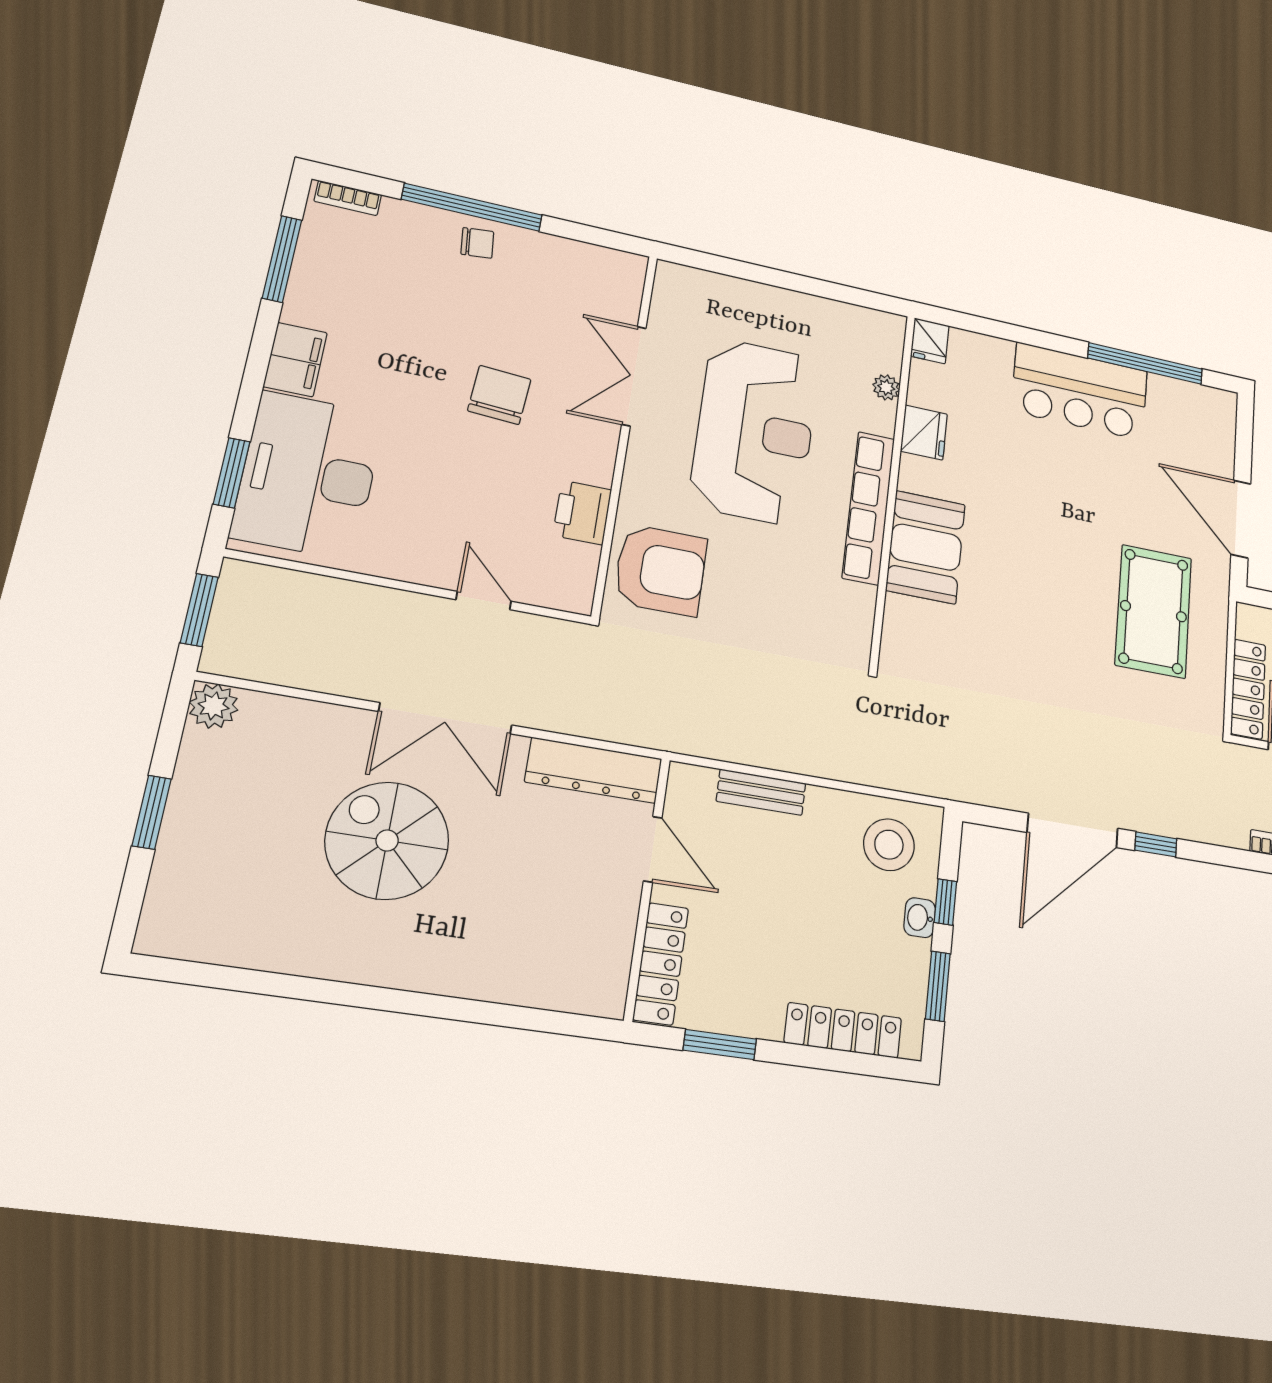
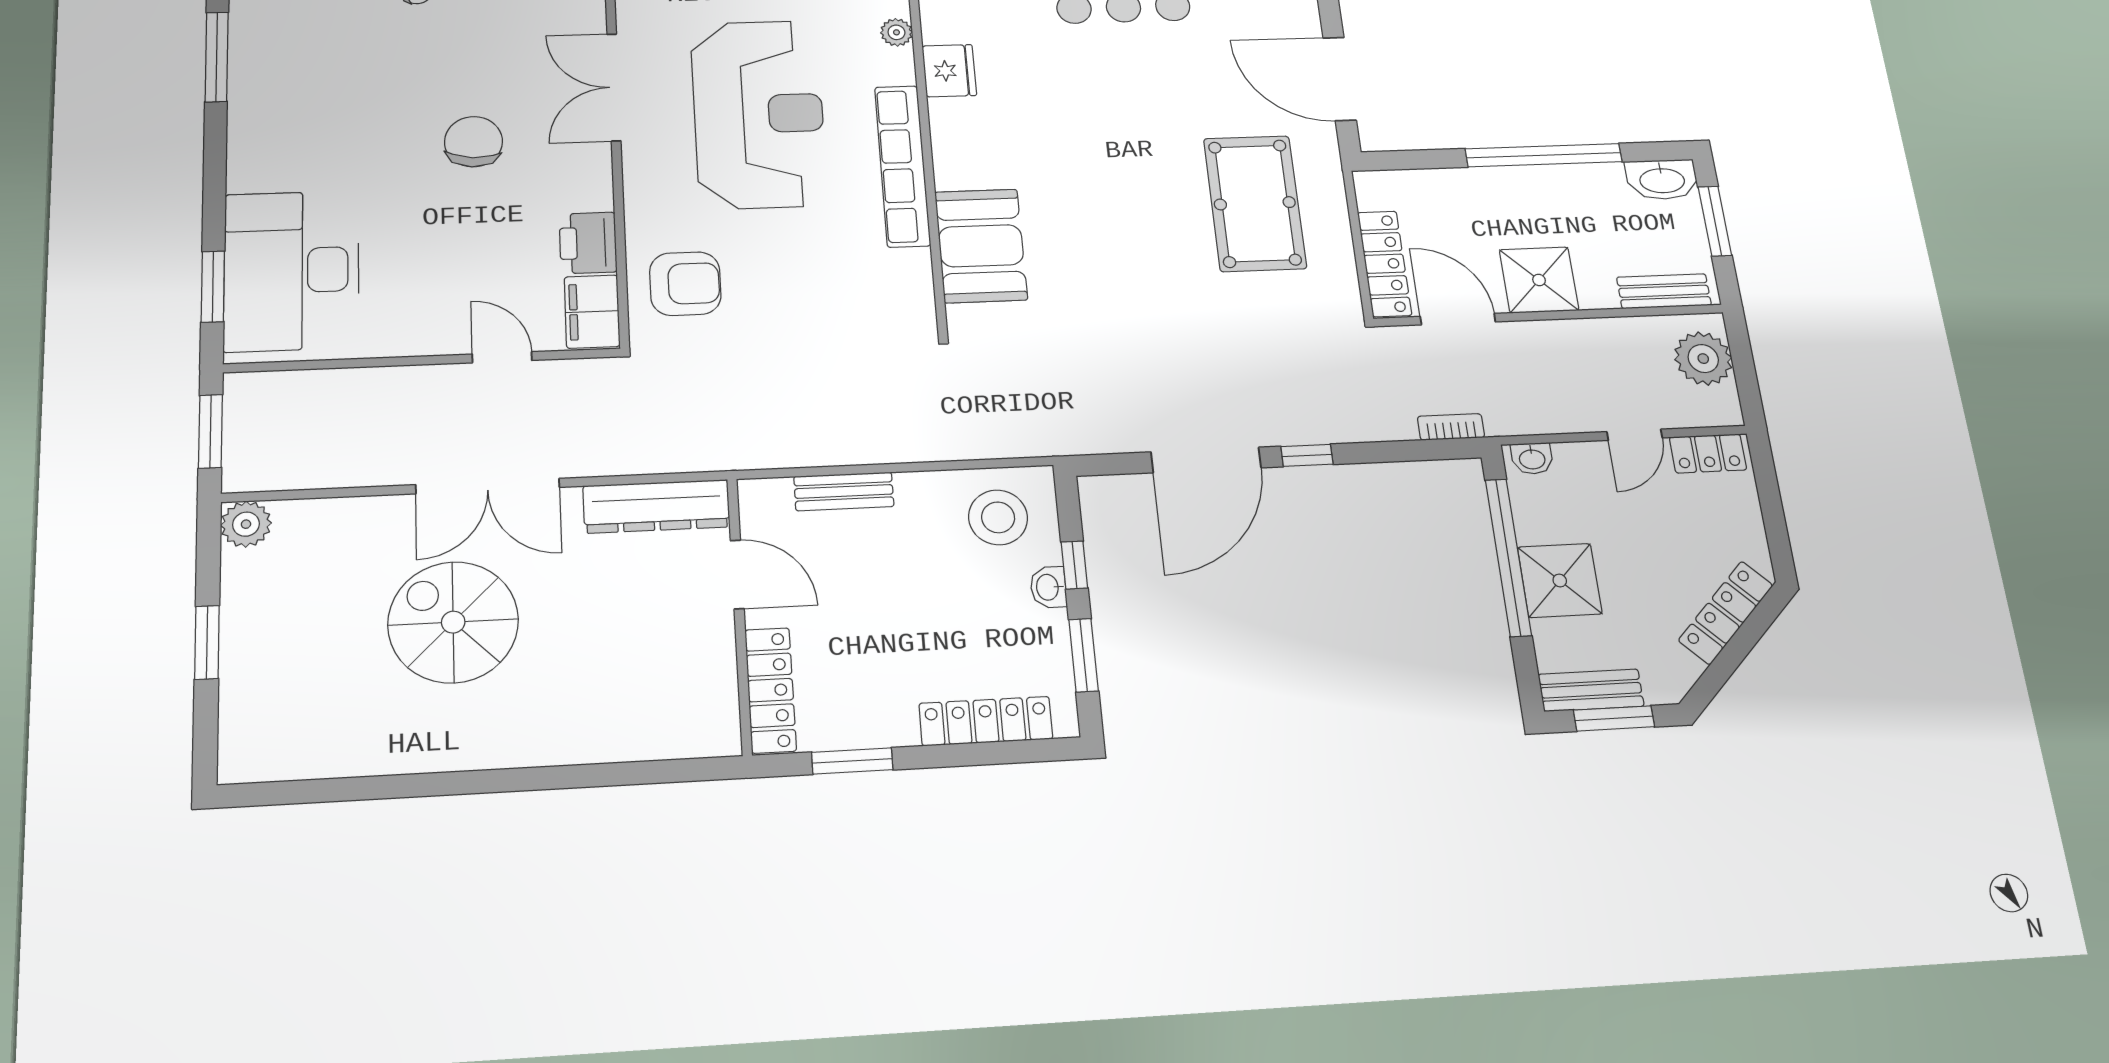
filing cabinet: (295, 360) -> (592, 312), moved, turned 180
booth: (926, 547) -> (981, 246), moved
armchair: (660, 570) -> (685, 284), width x0.73, depth x0.73

